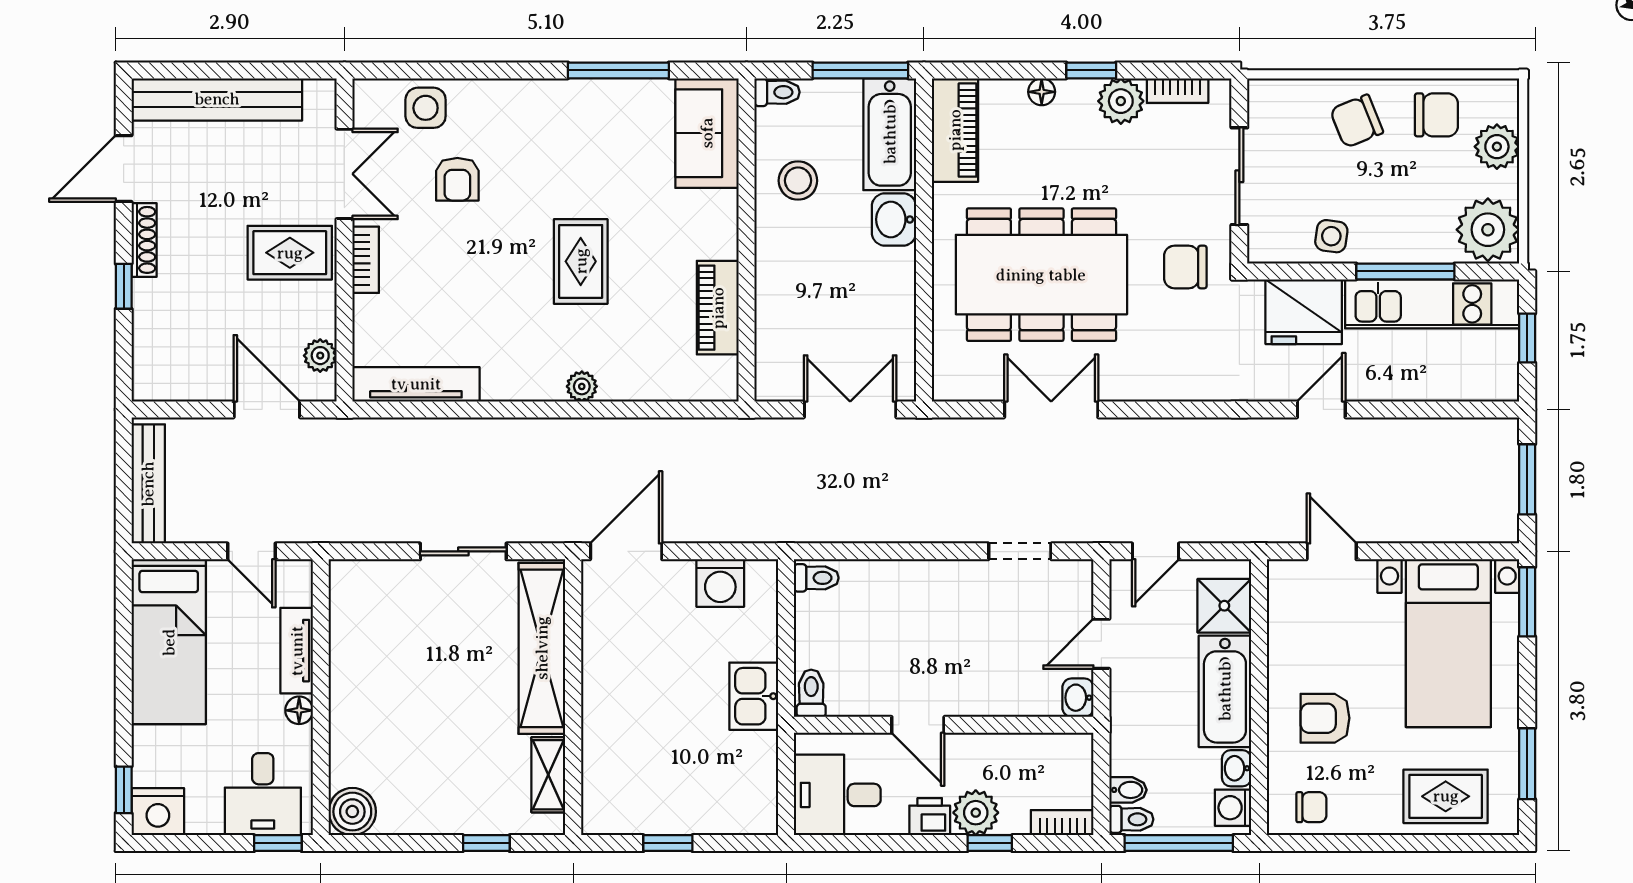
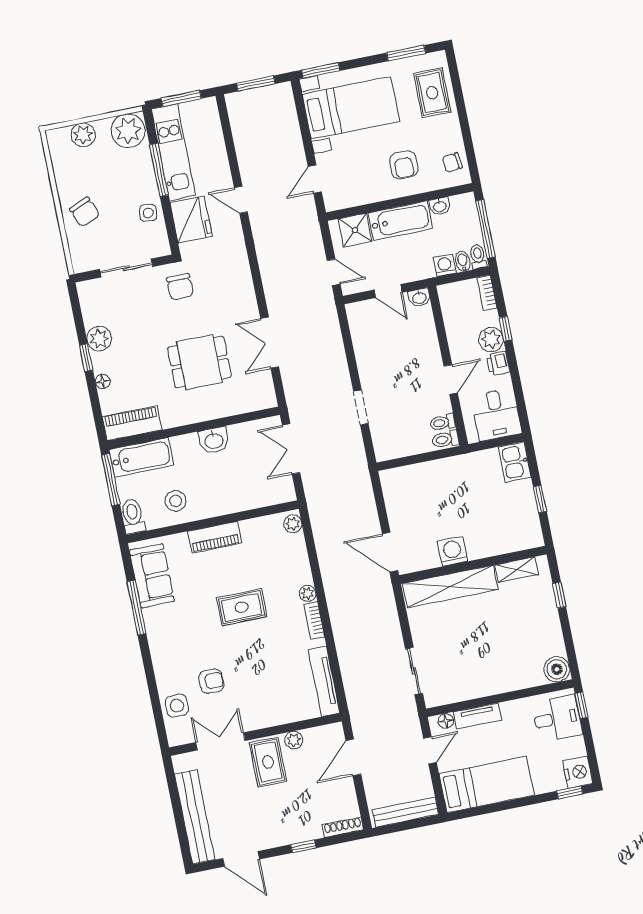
bookcase: (1178, 91) -> (88, 310), removed
toilet: (777, 92) -> (133, 516), width x1.37, depth x1.39
chair: (1436, 115) -> (73, 170), removed
sofa: (707, 133) -> (152, 576), moved, turned -90
washbasin: (894, 219) -> (214, 440), moved
shoe rack: (144, 240) -> (343, 827), moved
bookcase: (366, 260) -> (314, 620), moved, turned -90
dining table: (1041, 275) -> (199, 362), width x0.53, depth x0.80
piano: (718, 308) -> (215, 537), moved
window: (1527, 338) -> (181, 98), width x1.50
plant: (320, 356) -> (294, 740), moved
plant: (713, 385) -> (293, 524), added
sliding door: (463, 551) -> (414, 671), moved
doorway: (1020, 551) -> (361, 407), moved
toilet: (816, 578) -> (443, 422), moved, turned -90
washing machine: (720, 583) -> (453, 551), moved, turned -90
kitchen sink: (754, 696) -> (515, 462), moved, turned 90
floor lamp: (299, 710) -> (446, 721), moved
chair: (1311, 807) -> (452, 163), turned -97
washing machine: (1233, 808) -> (445, 265), moved, turned 180

